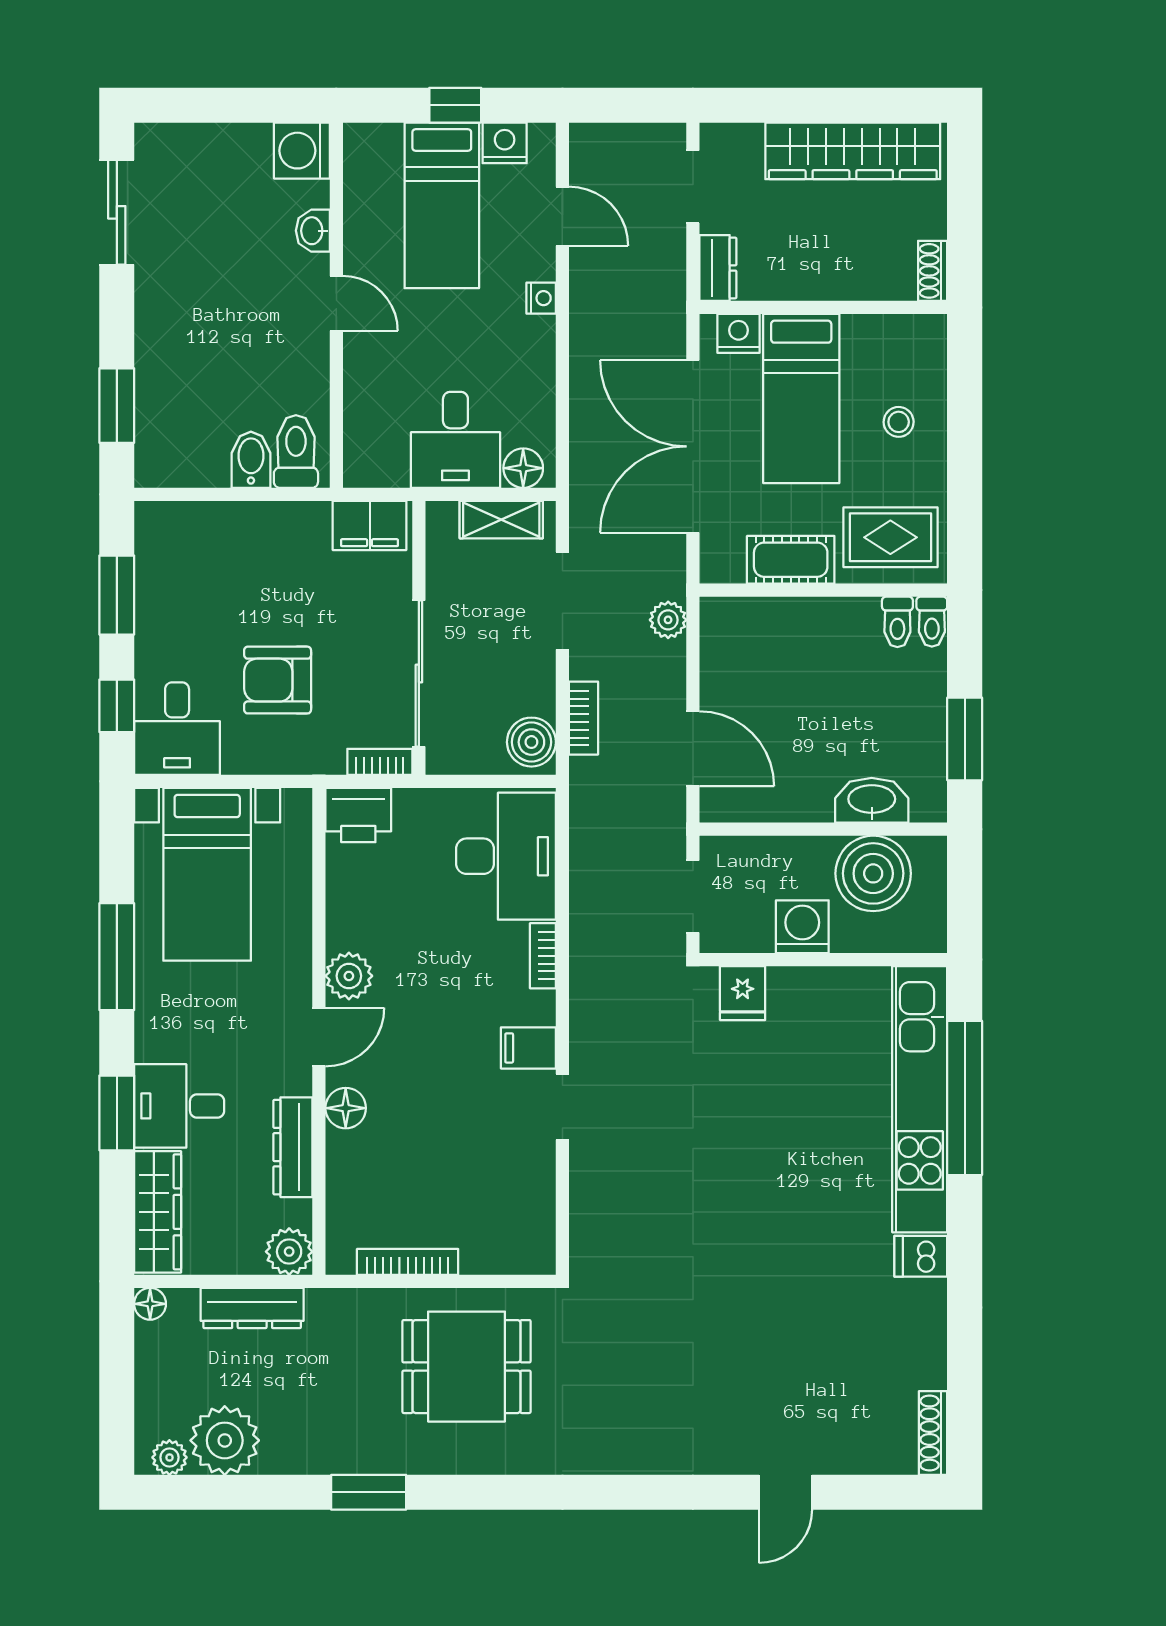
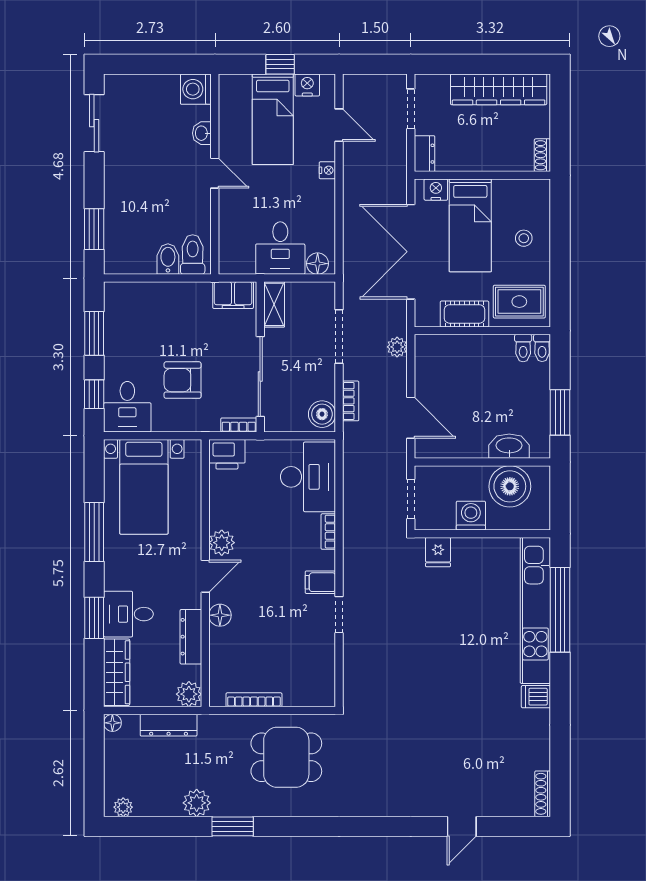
shelving: (501, 520) -> (274, 304), moved, turned 90
plant: (225, 1440) -> (197, 803), moved, width x0.73, depth x0.73

